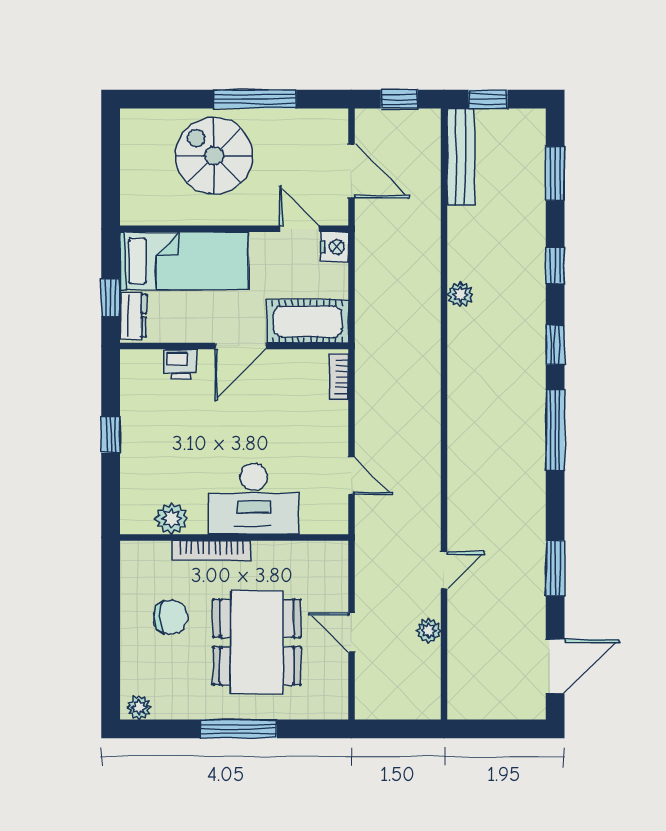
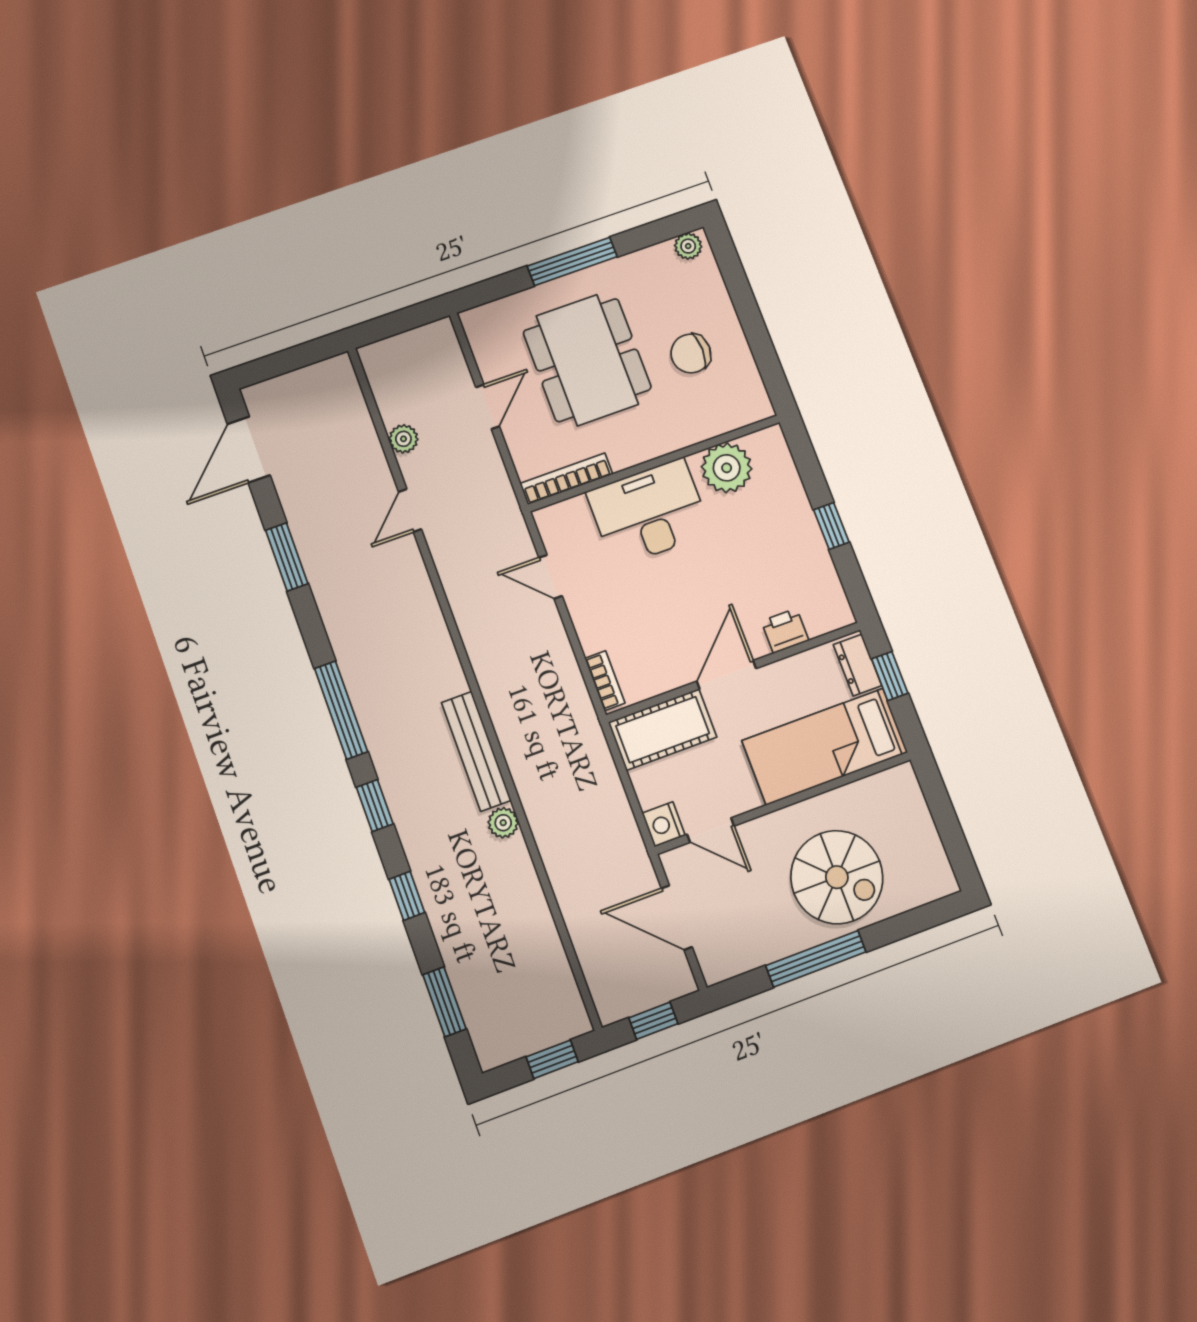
bench: (461, 157) -> (476, 751), moved
plant: (171, 518) -> (727, 468), width x1.36, depth x1.36
bookcase: (212, 550) -> (566, 479), moved
door: (351, 632) -> (488, 407), hinge flipped

